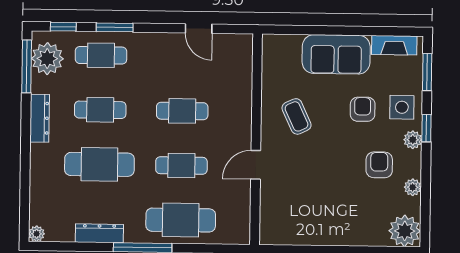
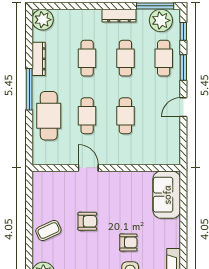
door: (199, 29) -> (183, 107), moved
sofa: (336, 54) -> (167, 195), moved
coffee table: (297, 116) -> (48, 231), moved
cafe table: (99, 164) -> (87, 58), width x0.73, depth x0.74
armchair: (379, 165) -> (87, 221), moved
plant: (37, 234) -> (43, 20), width x1.87, depth x1.87

